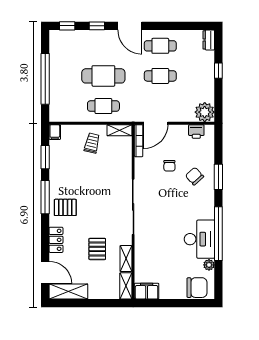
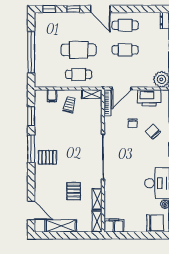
printer: (196, 131) -> (149, 98), width x1.87, depth x1.48
filing cabinet: (55, 132) -> (52, 96), moved
locker: (56, 240) -> (40, 184), removed
shelving: (68, 292) -> (61, 226), moved

